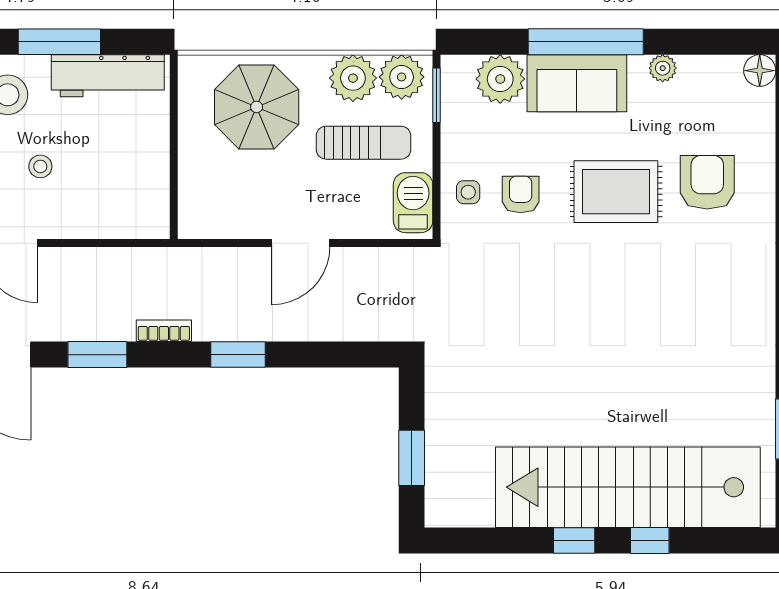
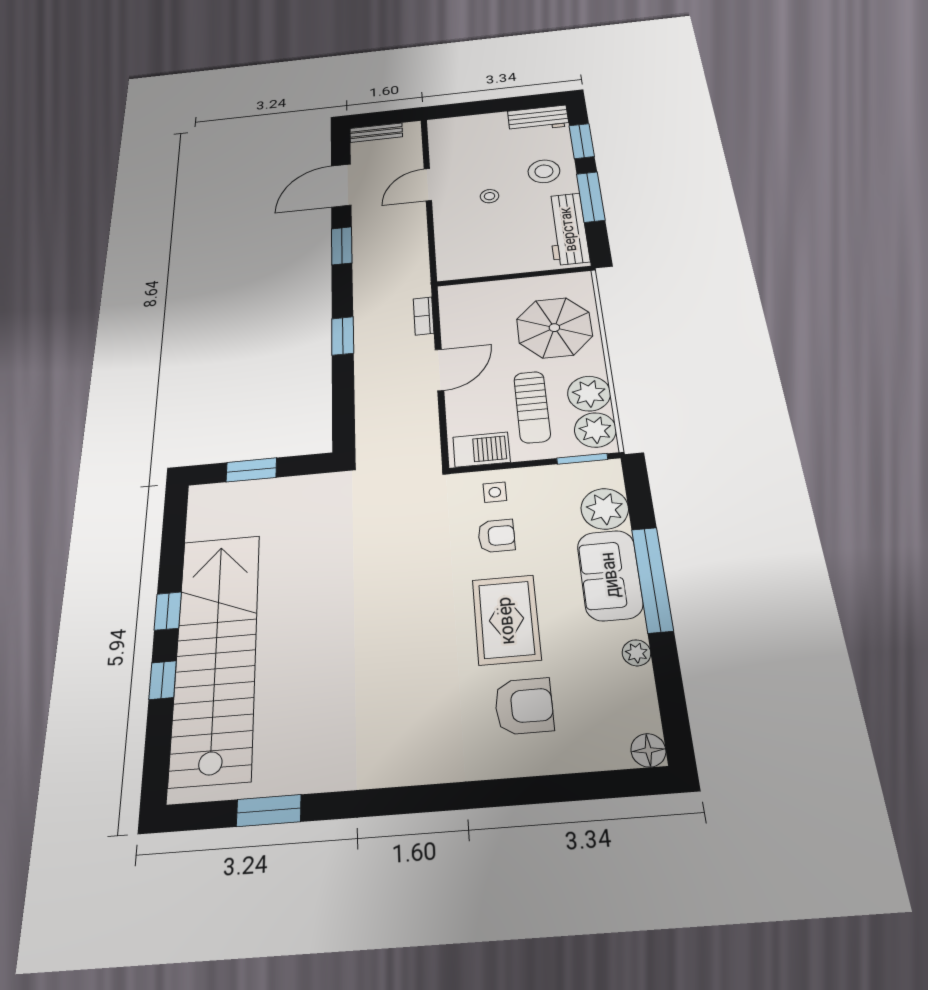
door: (301, 243) -> (439, 370), swing flipped
bookcase: (164, 331) -> (424, 316), moved, turned 180

